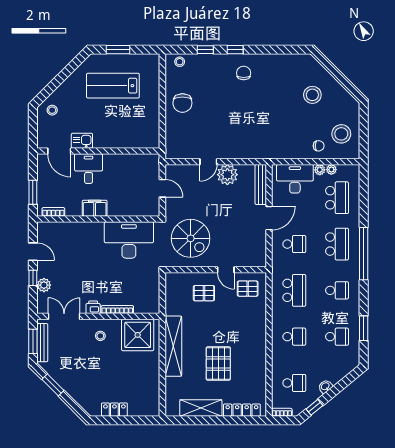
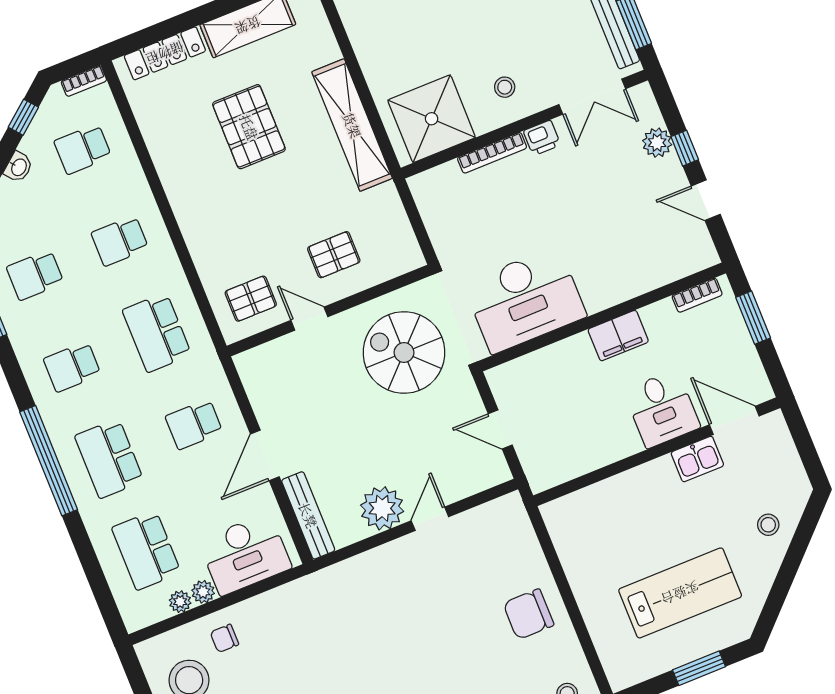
chair: (182, 103) -> (528, 614), turned -90
stool: (52, 110) -> (768, 525), moved

